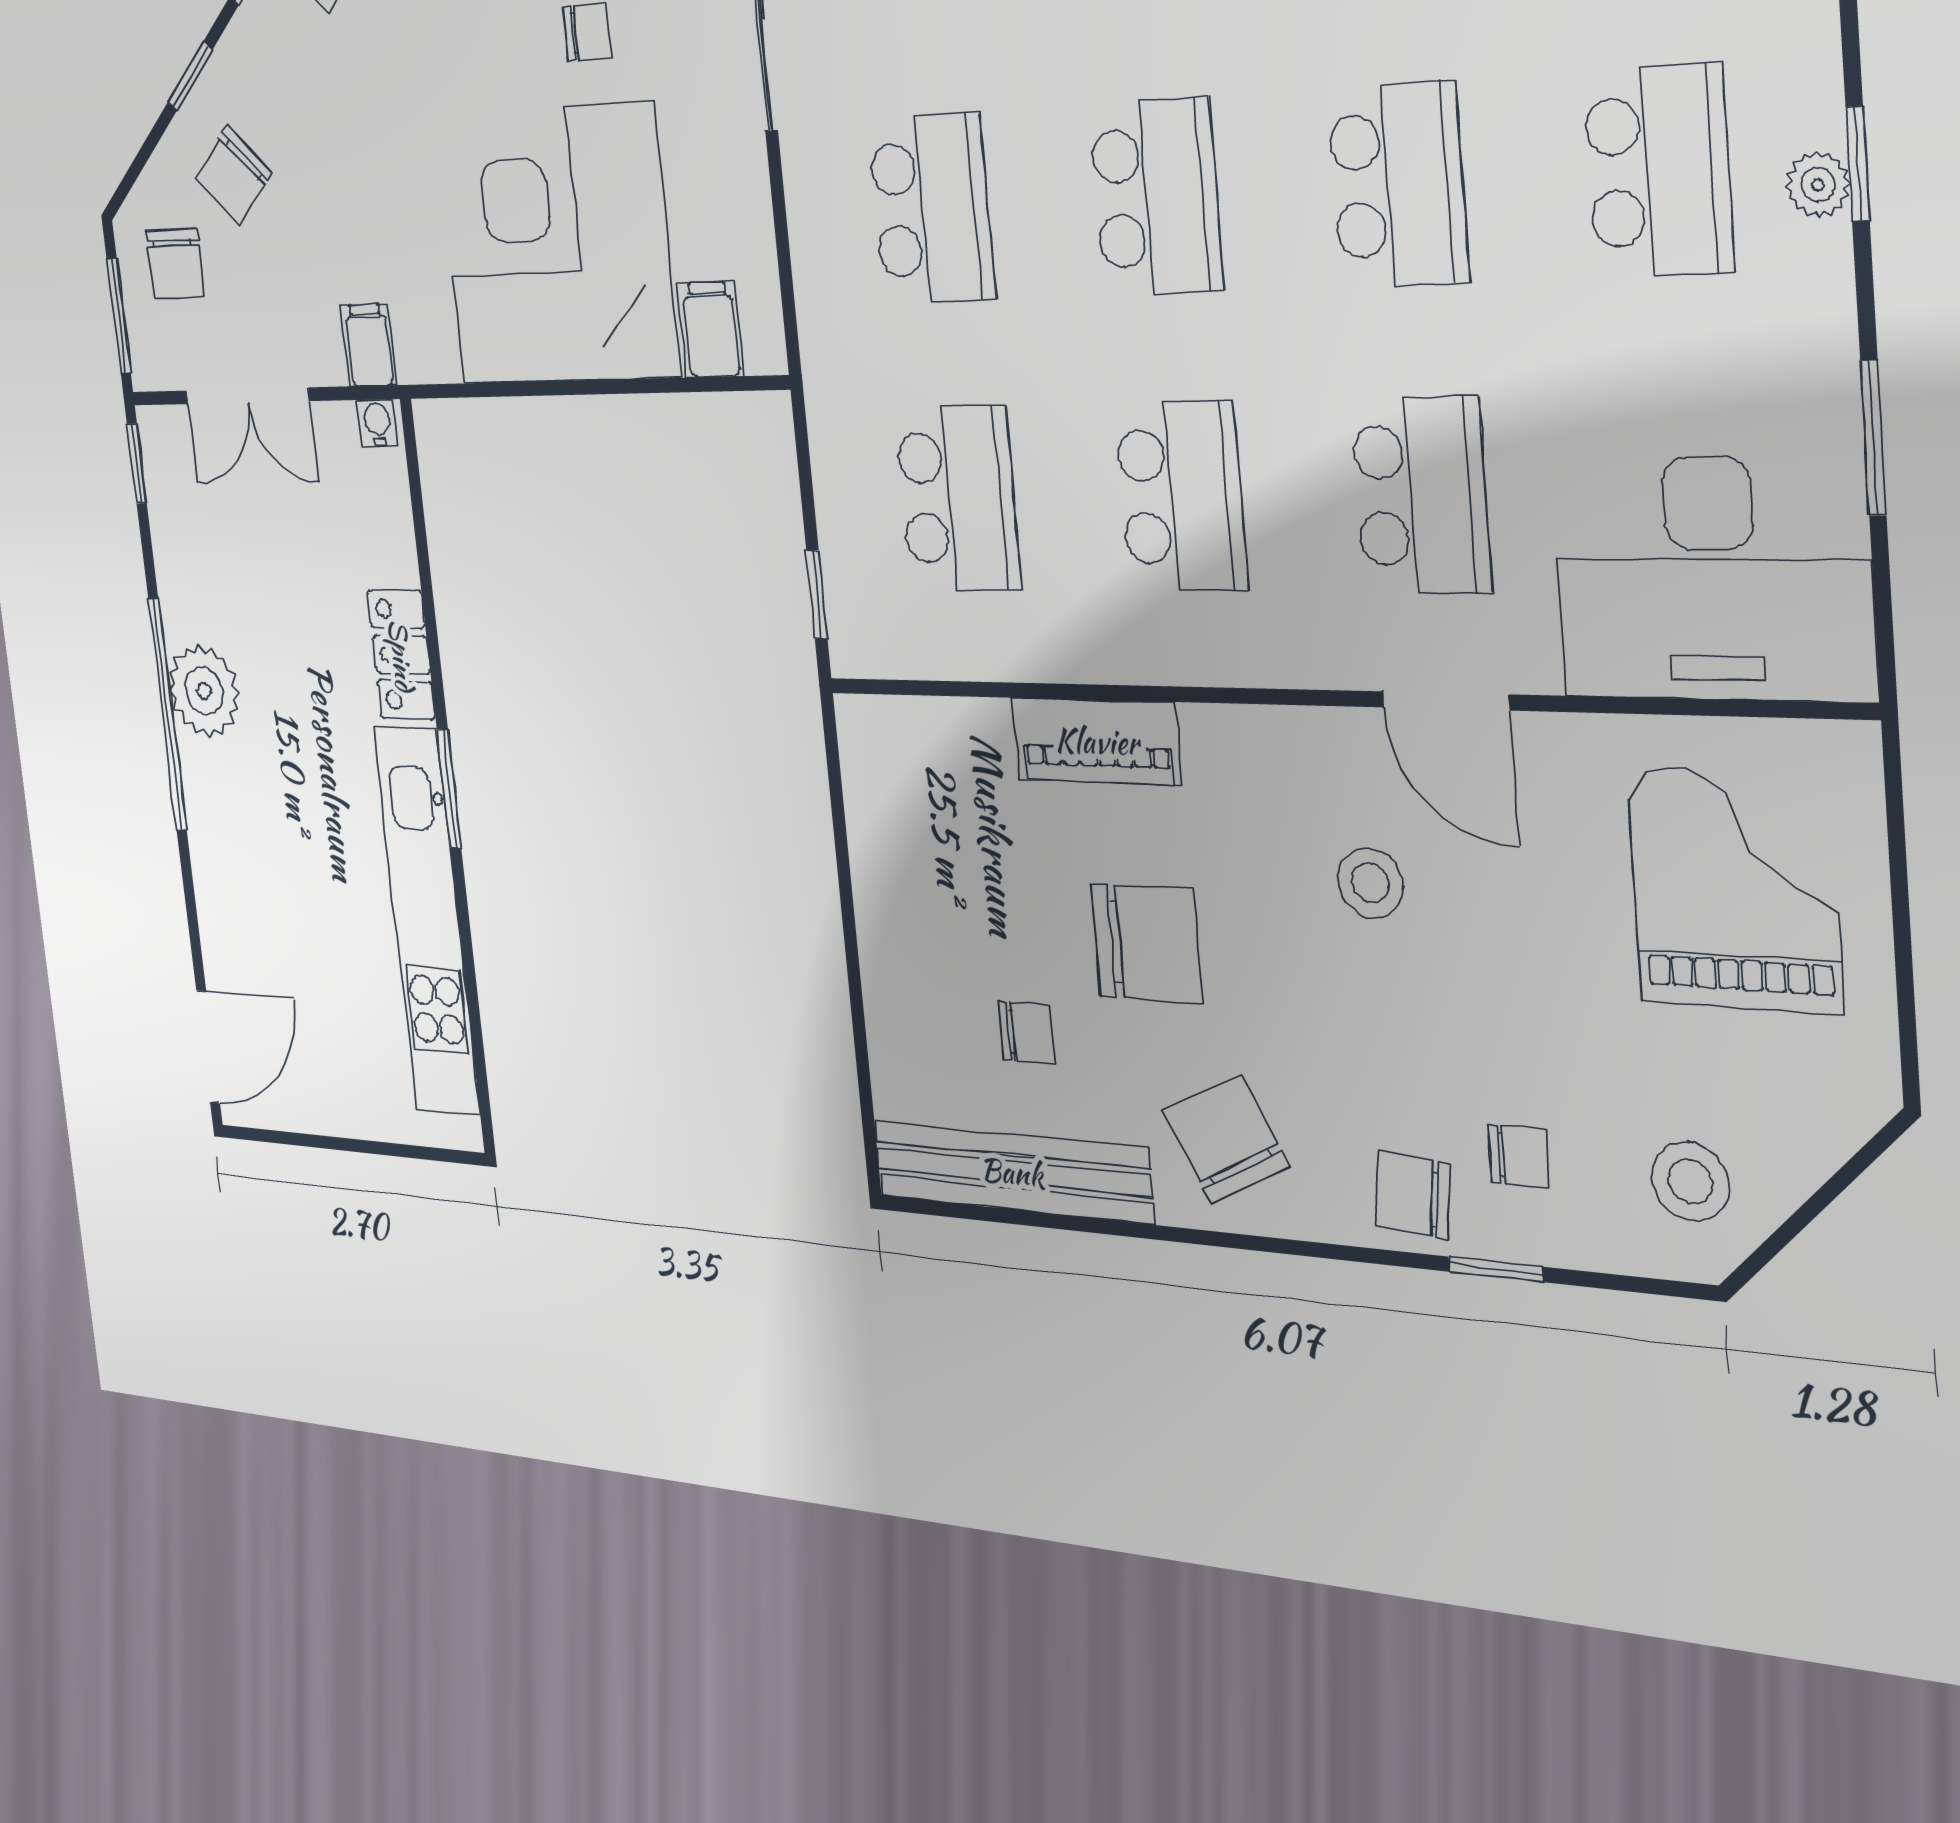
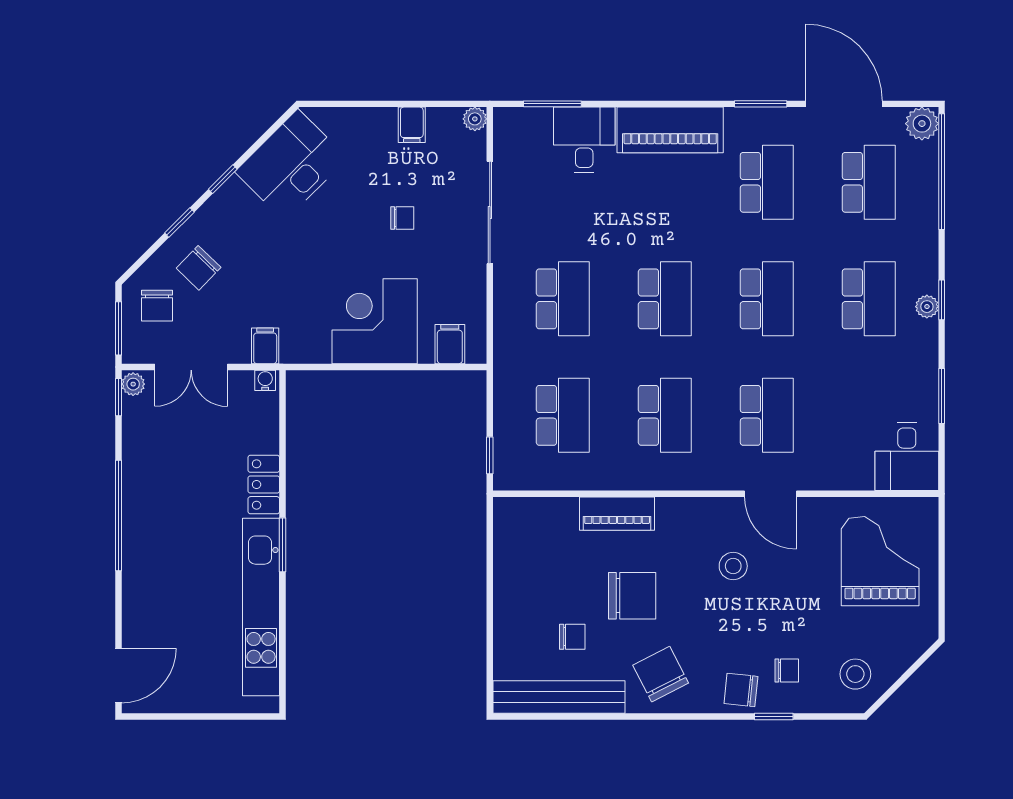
corner desk: (557, 245) -> (375, 321), width x0.74, depth x0.74
desk: (1712, 579) -> (907, 456), width x0.53, depth x0.77
plant: (204, 691) -> (133, 384), moved, width x0.53, depth x0.53

